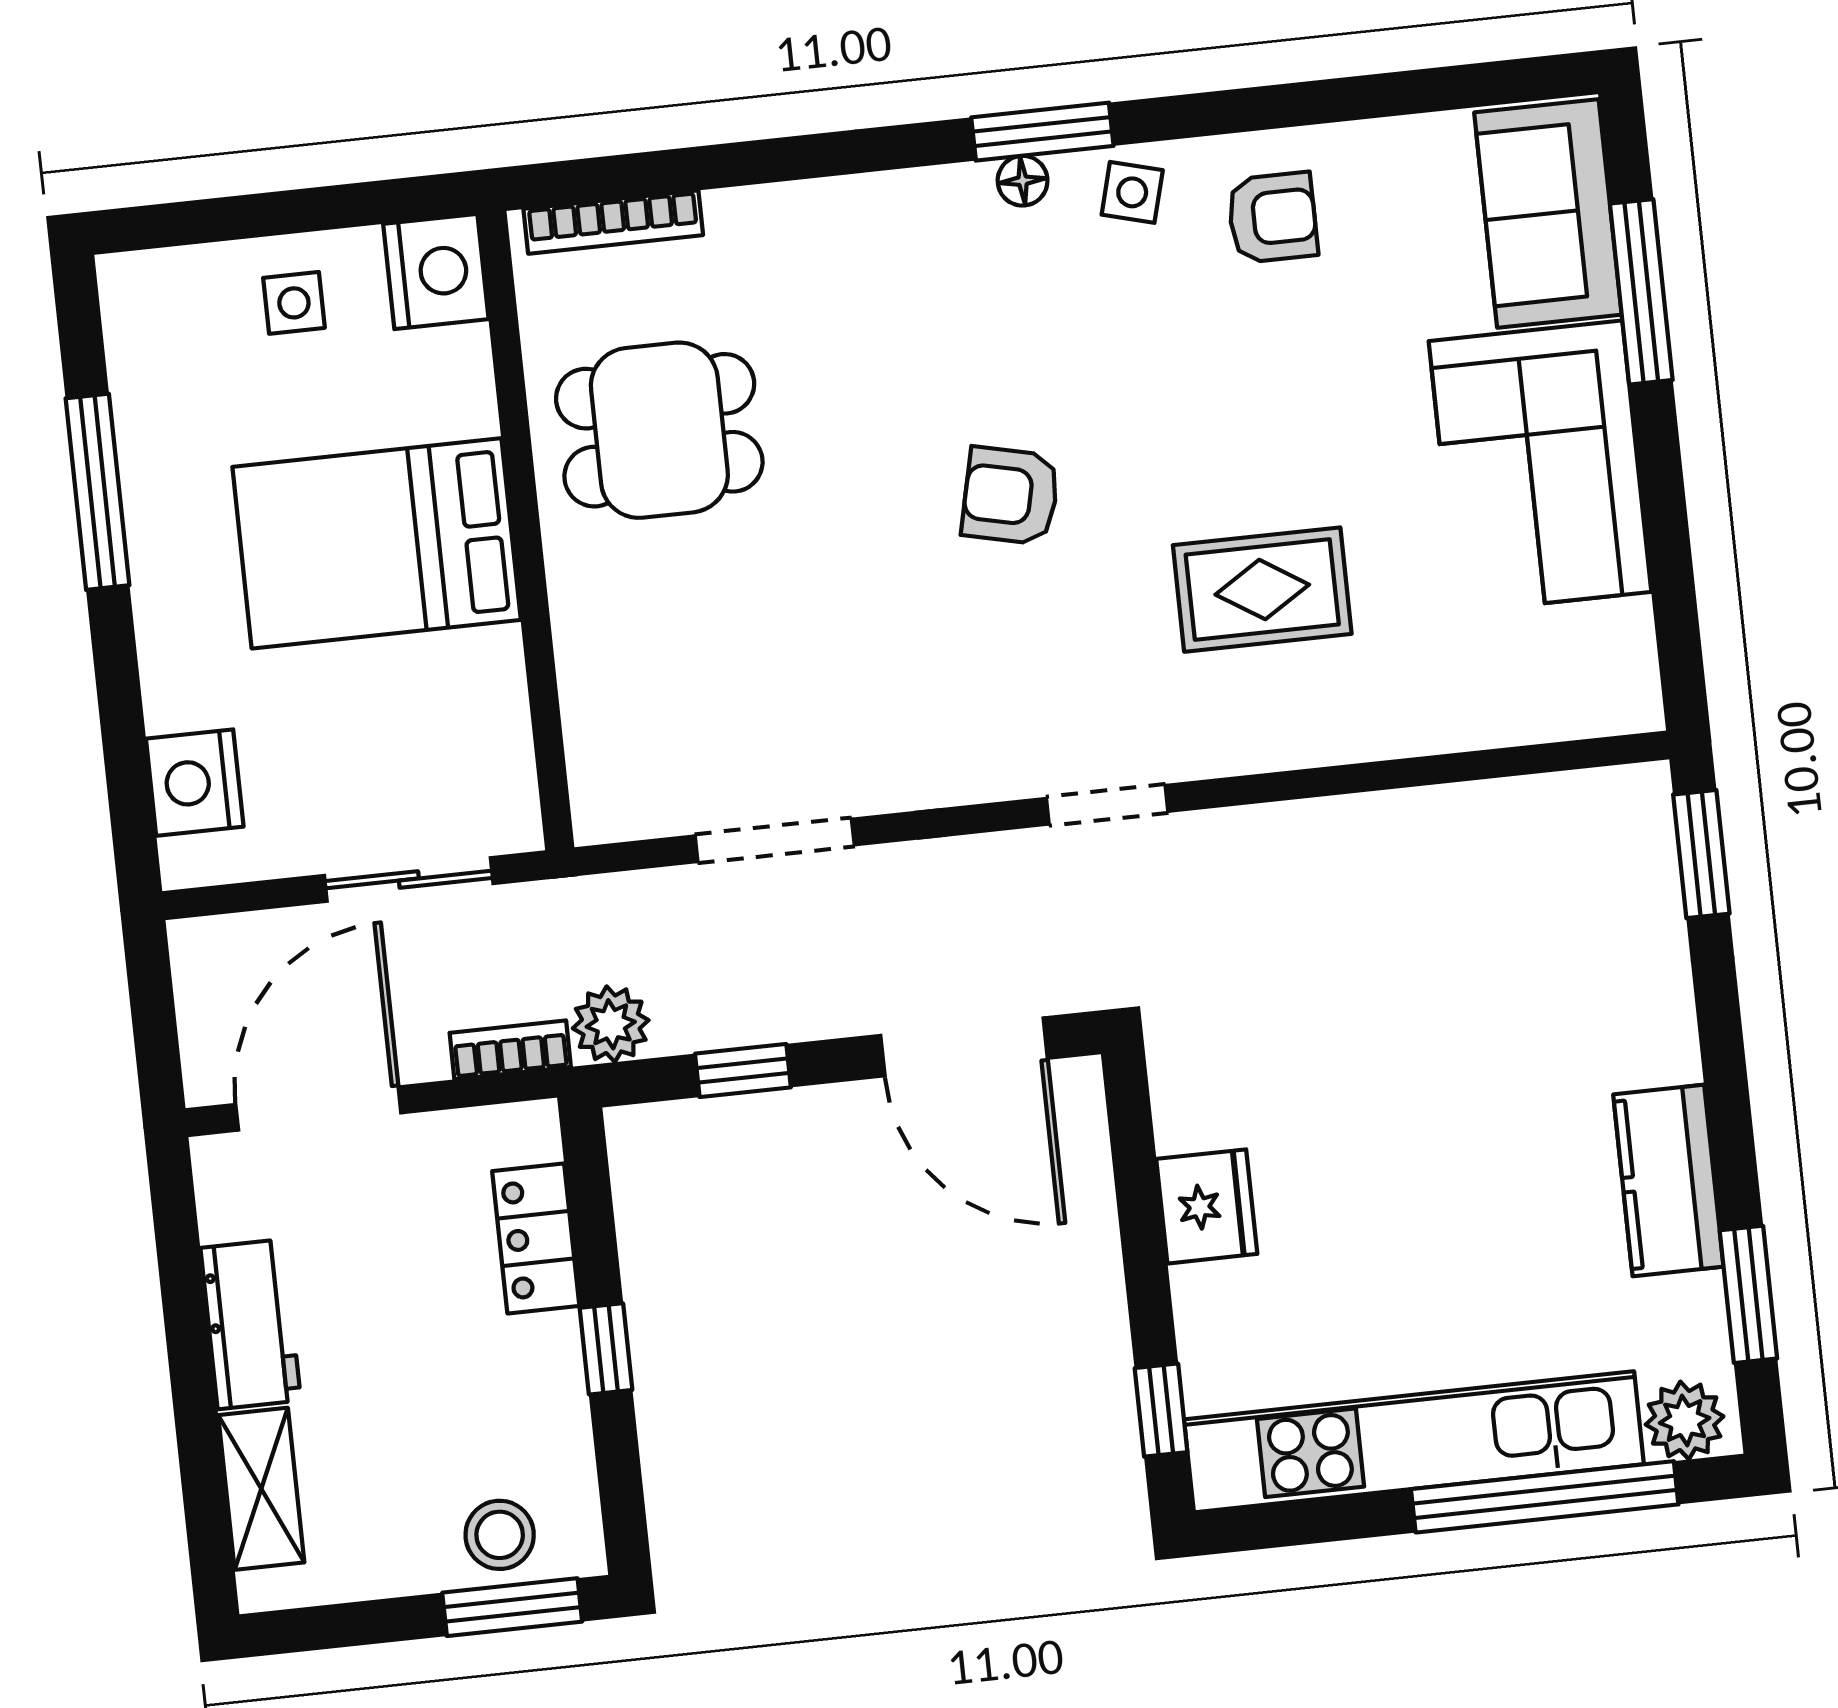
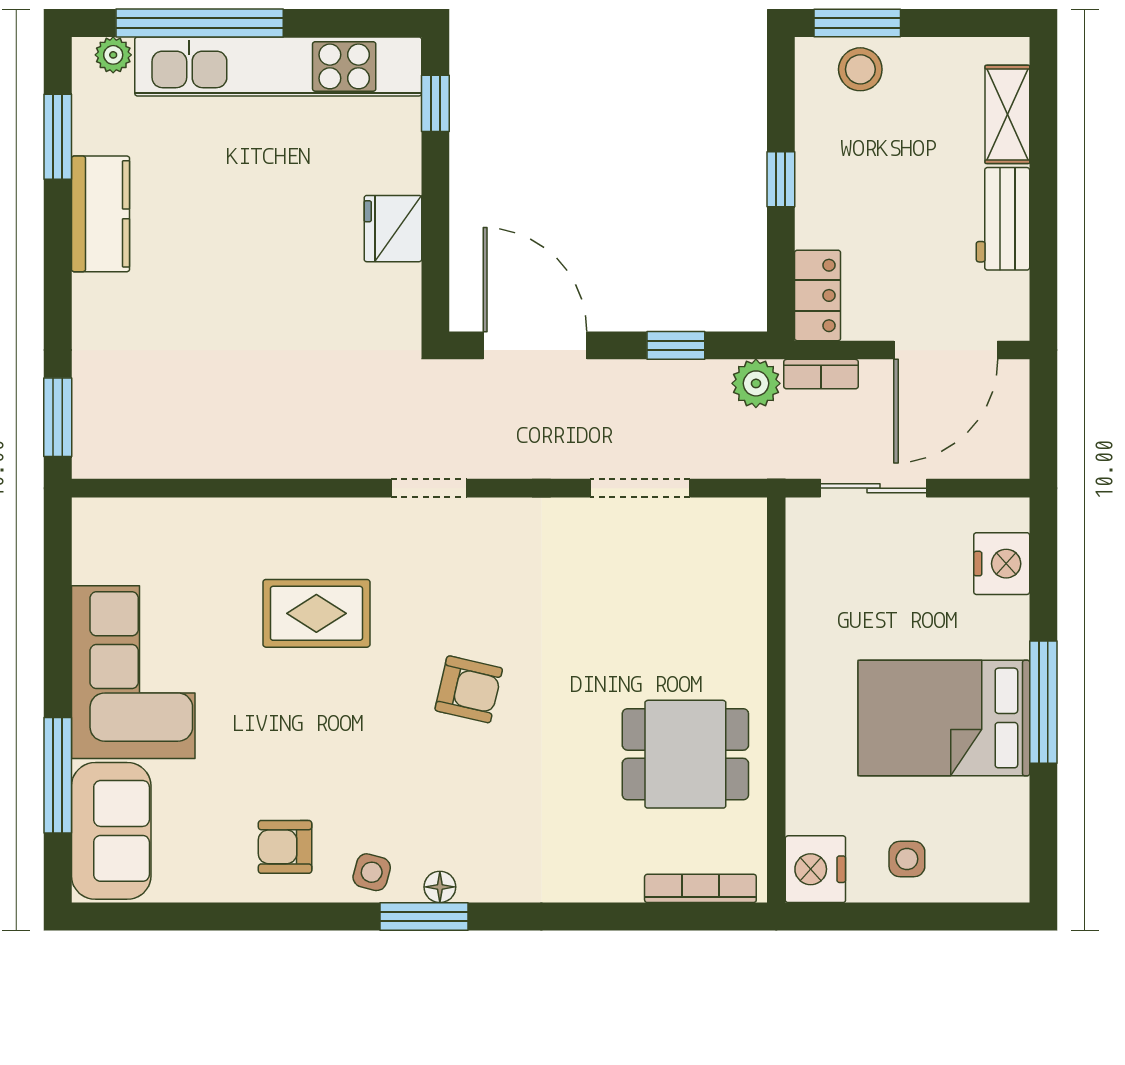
window: (98, 492) -> (1043, 702), moved
bed: (377, 543) -> (944, 718), moved, turned 180
locker: (536, 1238) -> (818, 295), moved
plant: (1685, 1420) -> (113, 55), width x0.73, depth x0.73

